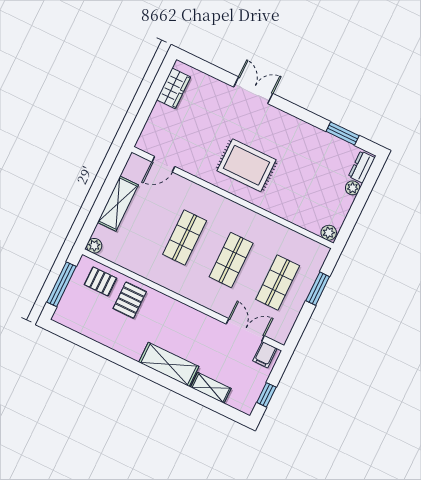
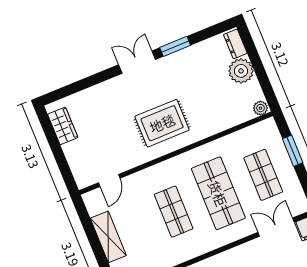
double door: (253, 90) -> (137, 62), moved
window: (343, 133) -> (175, 46), moved
plant: (353, 188) -> (241, 71), width x1.88, depth x1.88
shop shelf: (231, 260) -> (218, 193), width x1.43, depth x1.36

